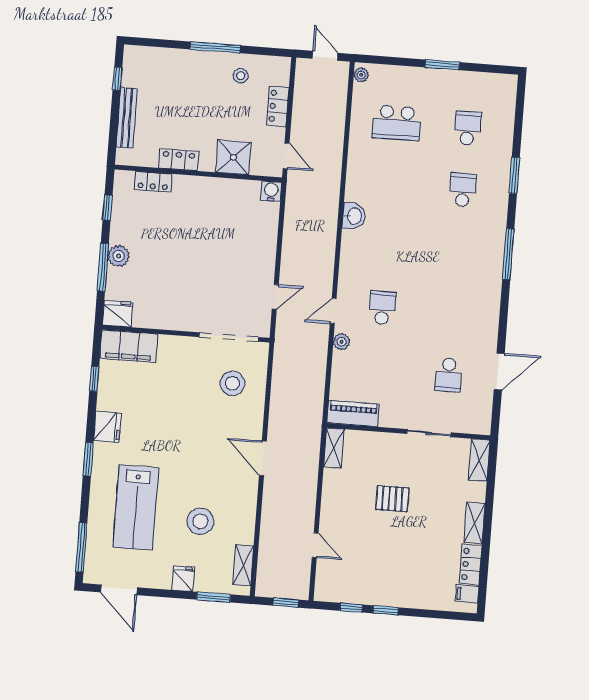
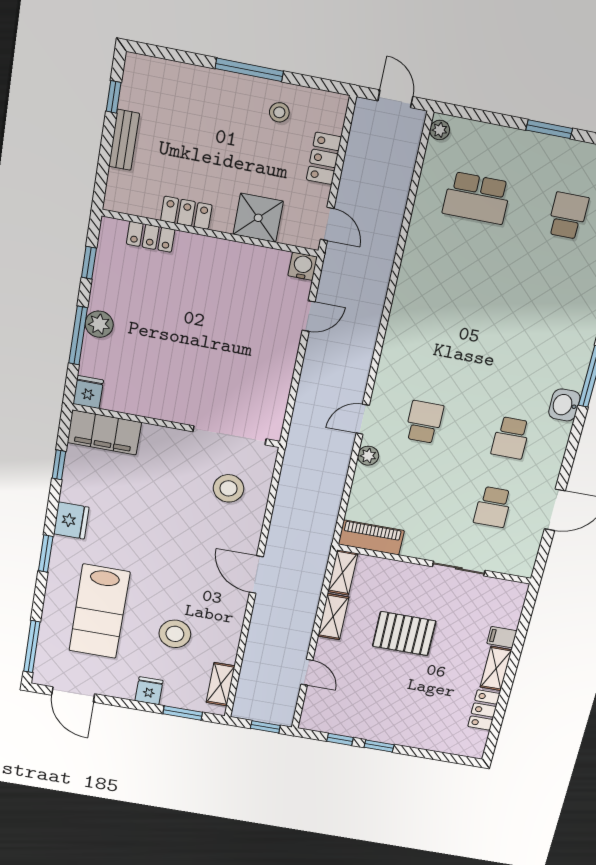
bench: (127, 118) -> (124, 140), width x0.73
school desk: (463, 190) -> (511, 438), moved, turned 180
washbasin: (354, 216) -> (564, 405), moved, turned 180
door: (275, 297) -> (309, 316), moved
fridge: (118, 314) -> (88, 392), width x0.72
shelving: (479, 460) -> (333, 617), moved
pallet: (392, 499) -> (404, 634), width x1.50, depth x1.42
filing cabinet: (467, 594) -> (502, 637), moved

